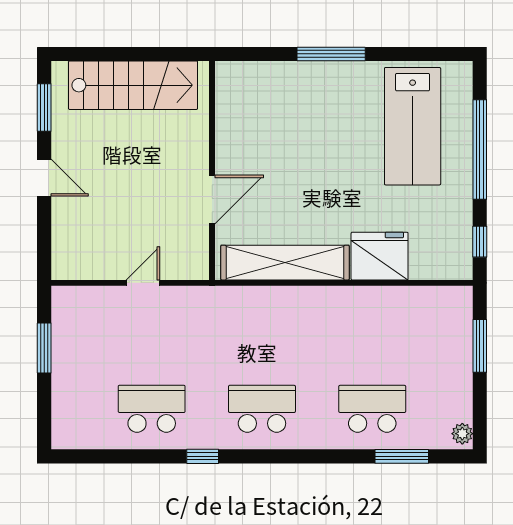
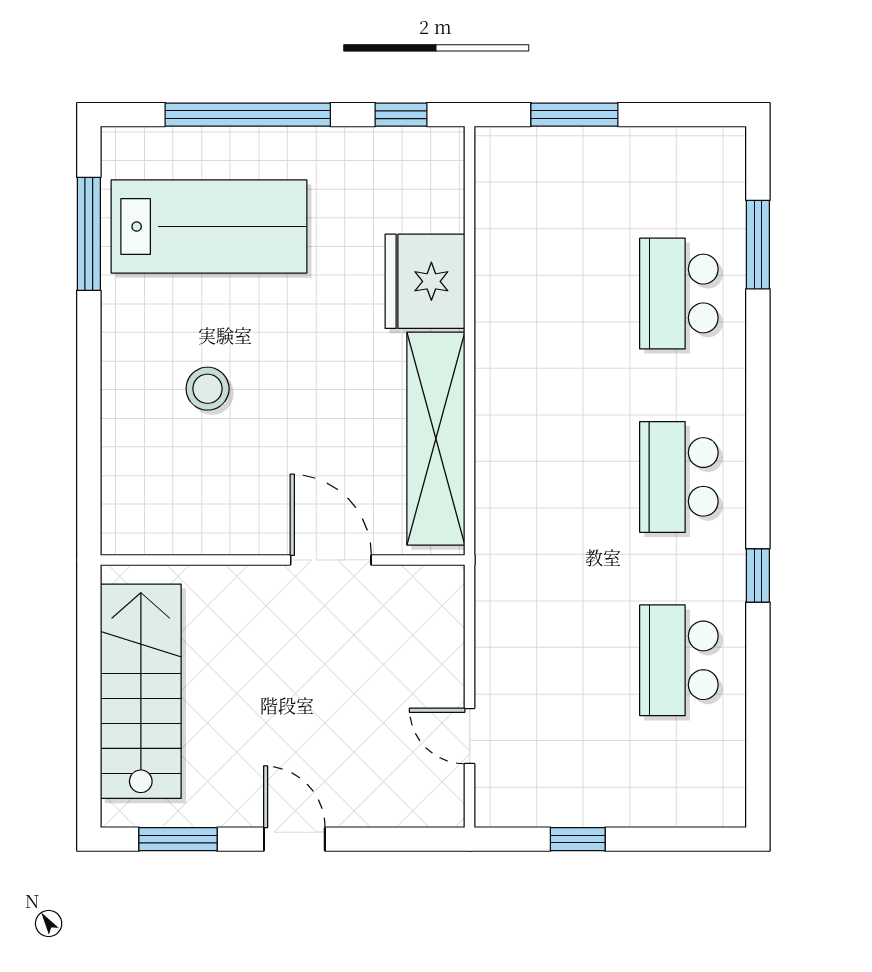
window: (331, 54) -> (89, 234), moved
stool: (315, 125) -> (208, 389), added
door: (44, 178) -> (294, 839), hinge flipped
door: (143, 283) -> (470, 736), moved
window: (44, 348) -> (578, 839), width x0.67
plant: (462, 434) -> (720, 144), removed

